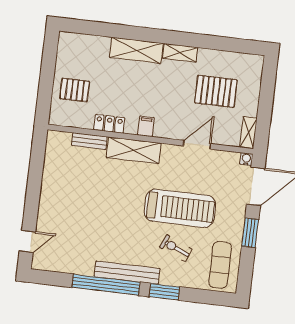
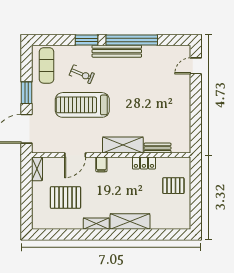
filing cabinet: (146, 126) -> (101, 164), moved
water cooler: (246, 159) -> (36, 149), removed

